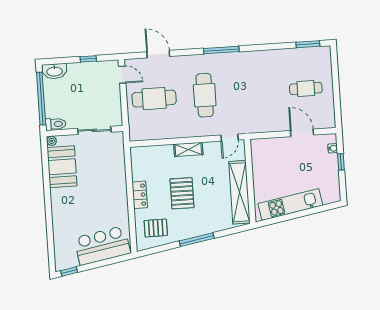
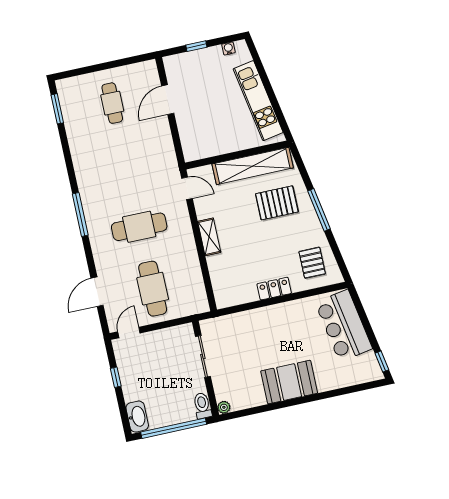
water cooler: (333, 148) -> (228, 48), moved
booth: (62, 167) -> (289, 382), moved
pallet: (182, 193) -> (277, 203), moved

